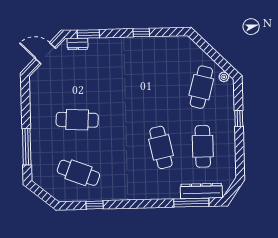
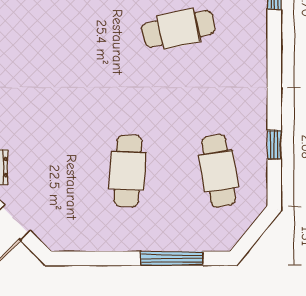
cafe table: (78, 173) -> (218, 171), turned -30

